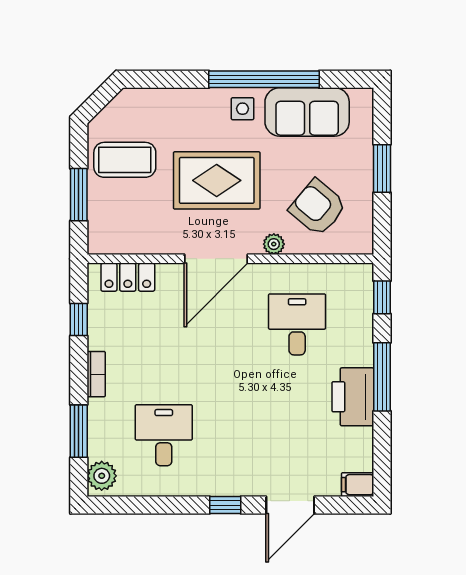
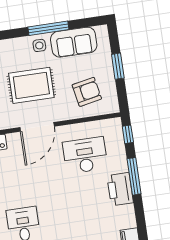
window: (264, 79) -> (48, 28), width x0.68
armchair: (318, 207) -> (87, 92), turned 129
plant: (274, 244) -> (66, 115), removed
desk: (297, 324) -> (85, 155), width x1.37

